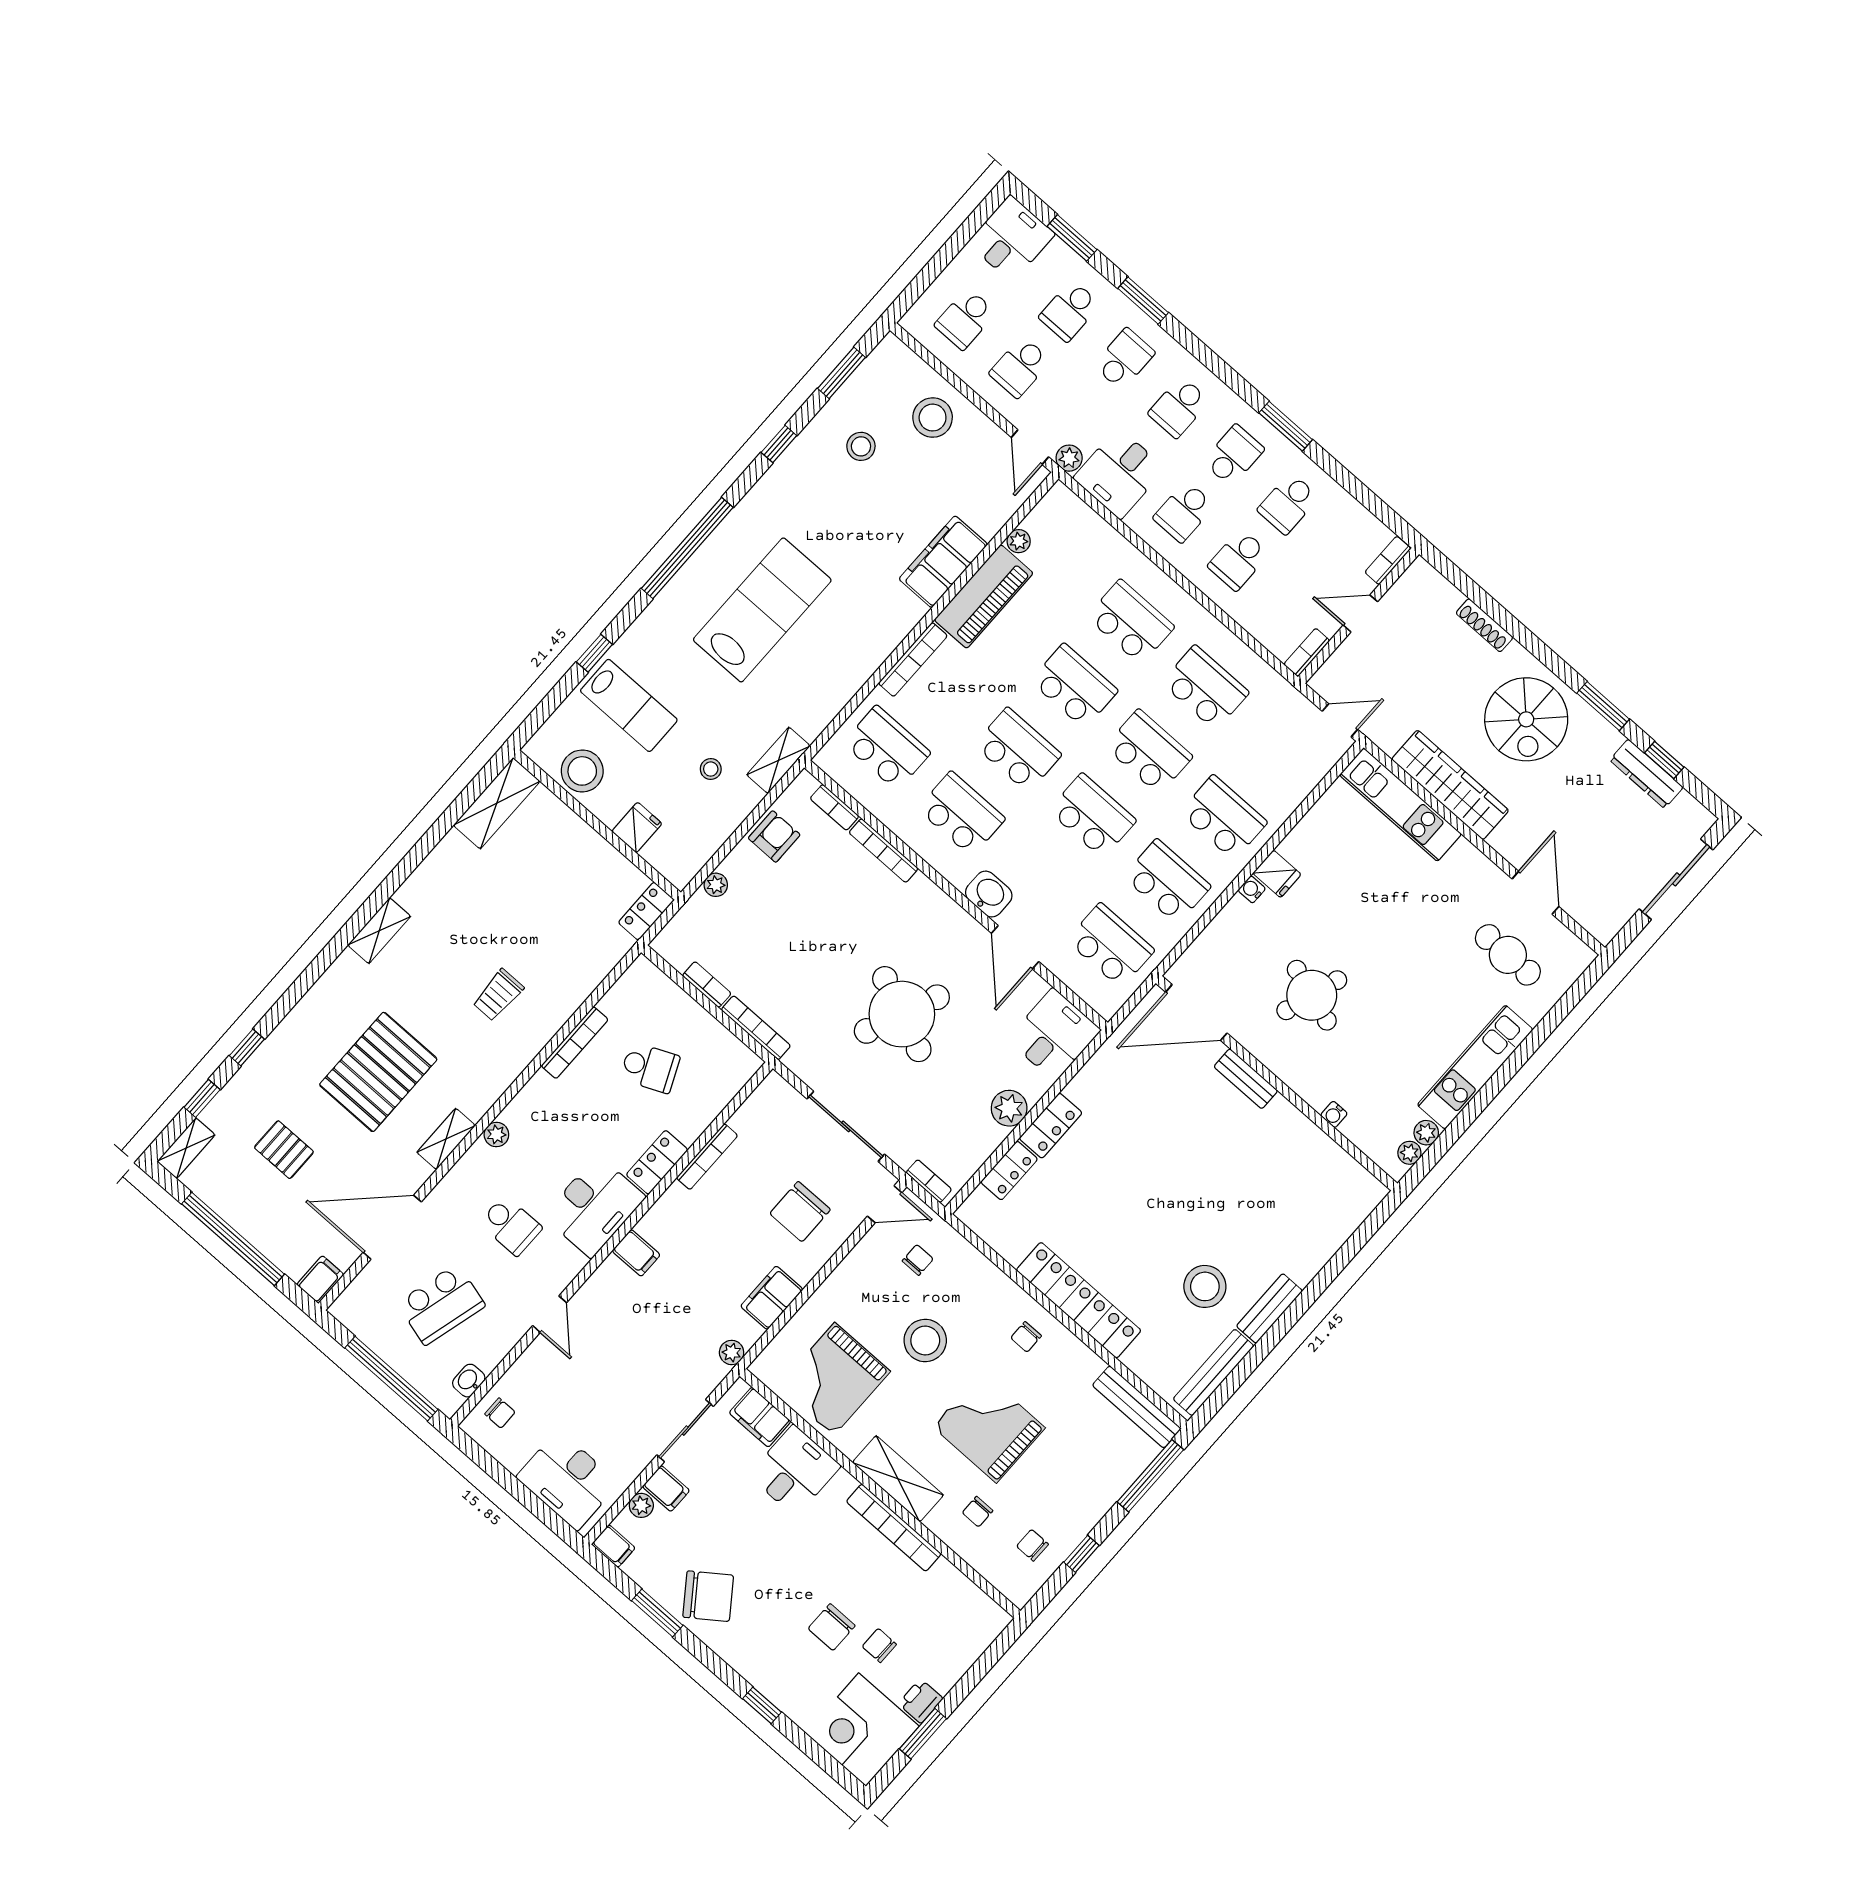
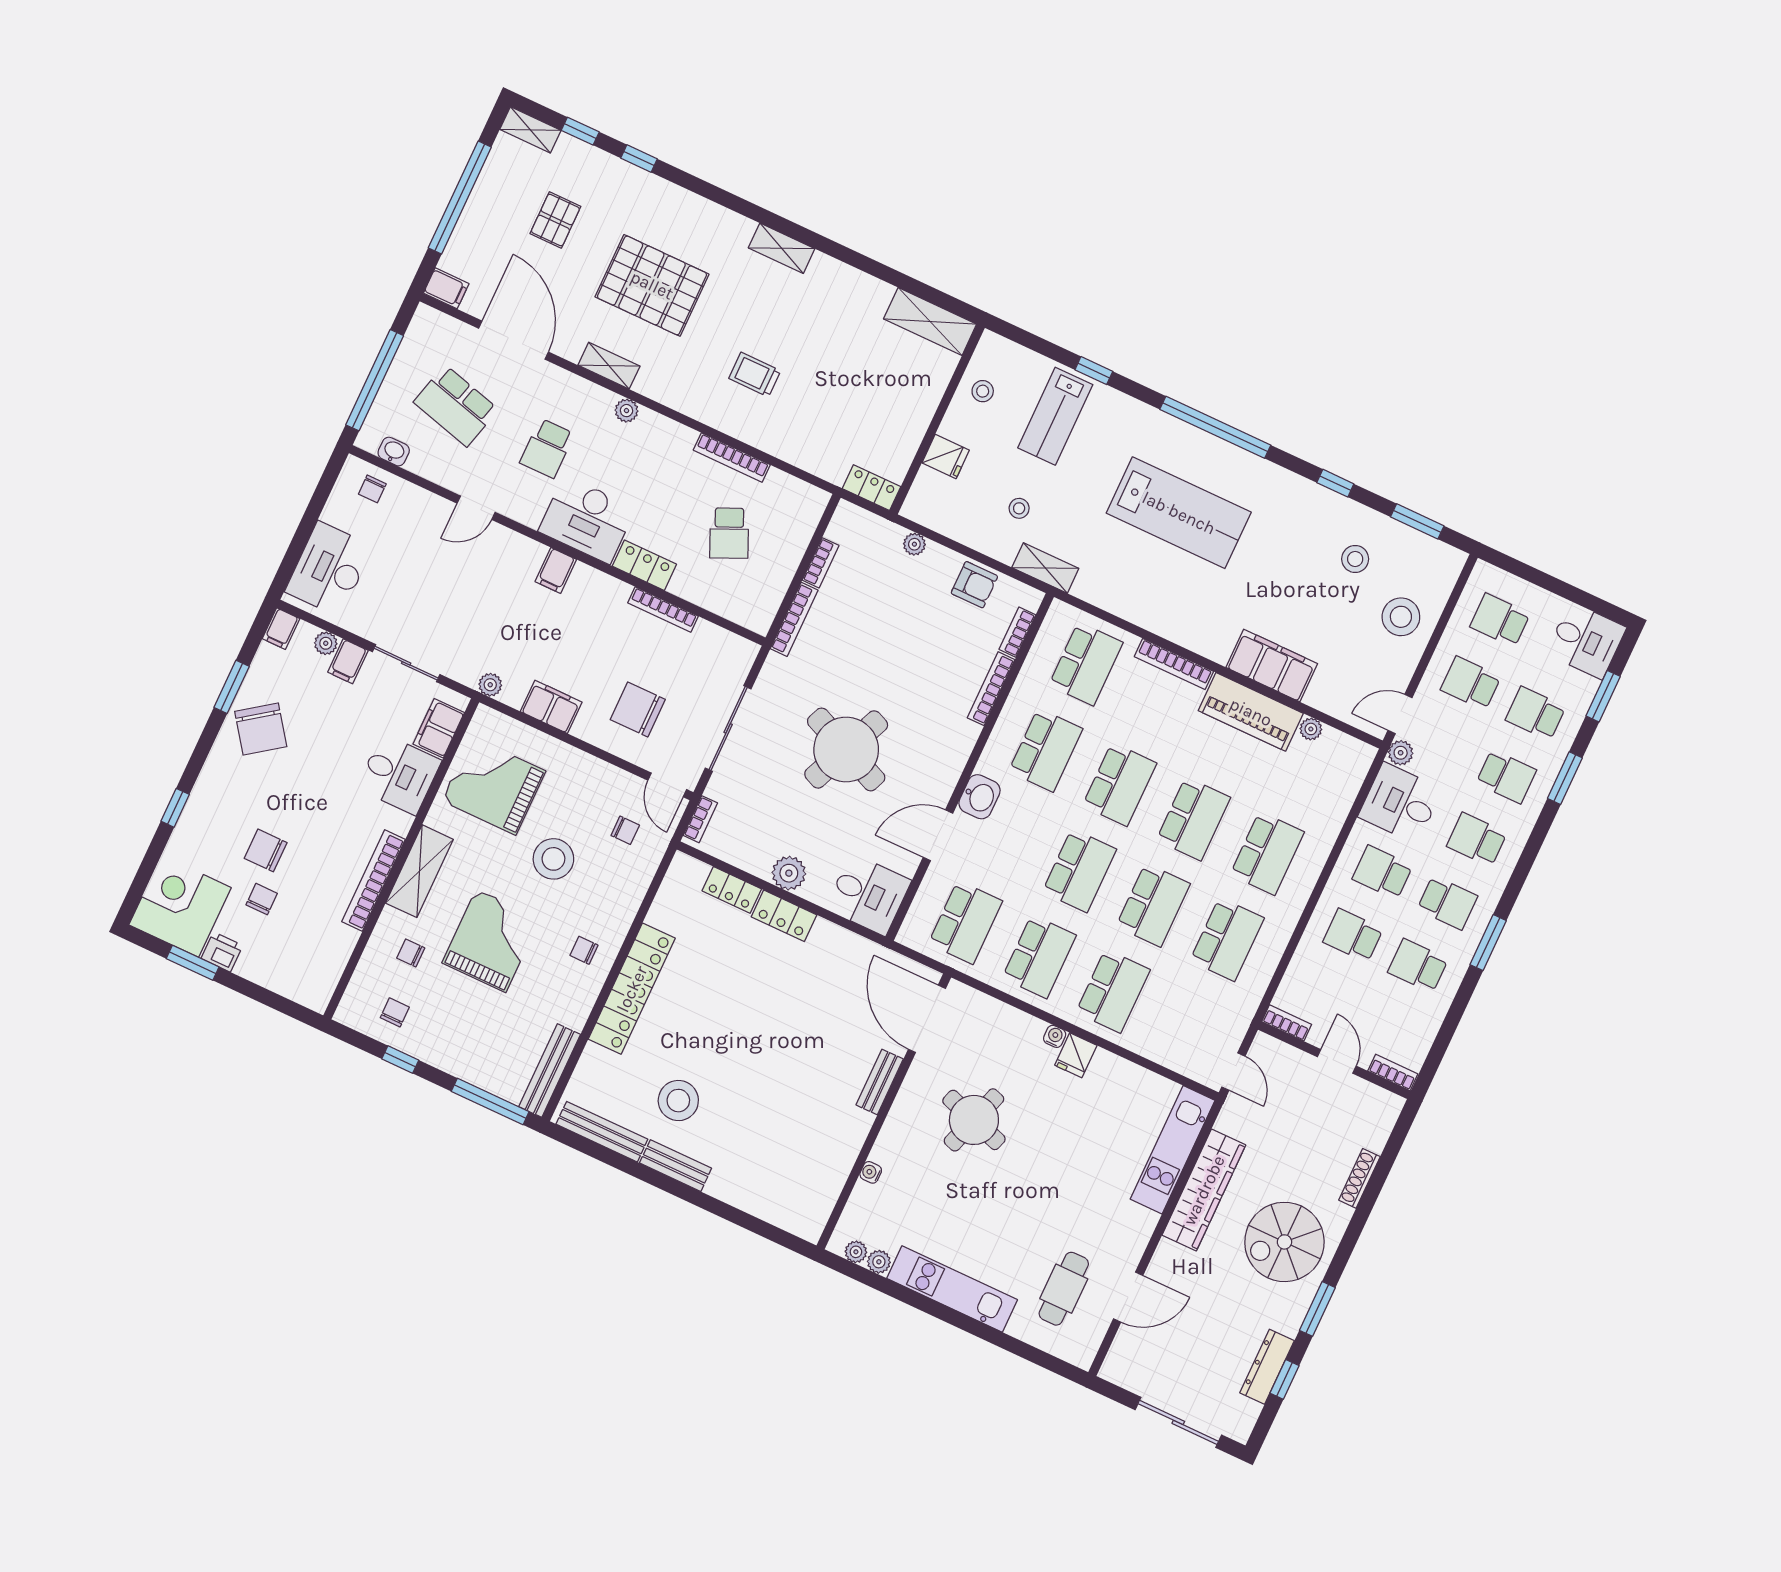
stool: (582, 771) -> (983, 391), width x0.53, depth x0.53

